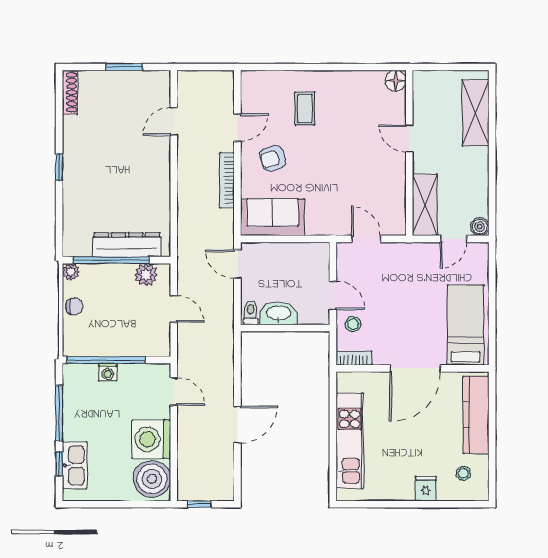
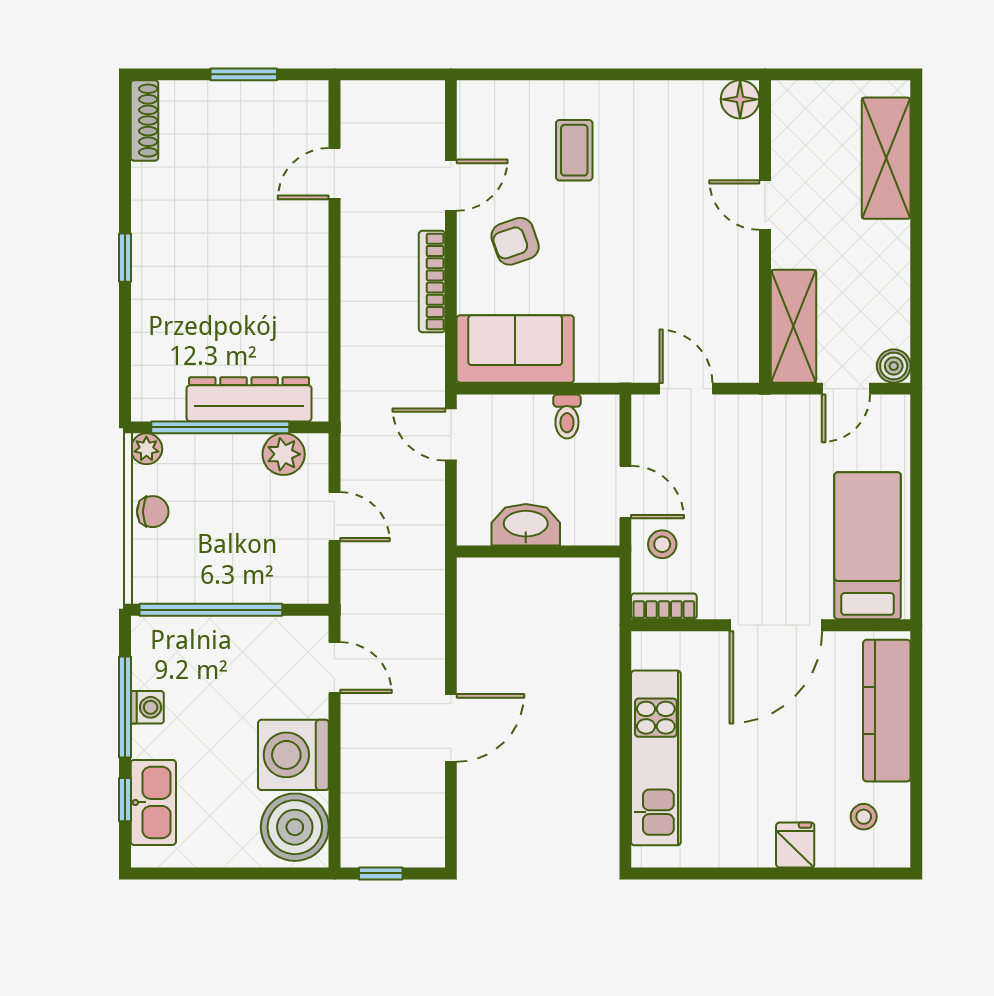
toilet: (251, 313) -> (567, 417), moved, turned 180
washing machine: (108, 372) -> (147, 707), moved, turned -90

